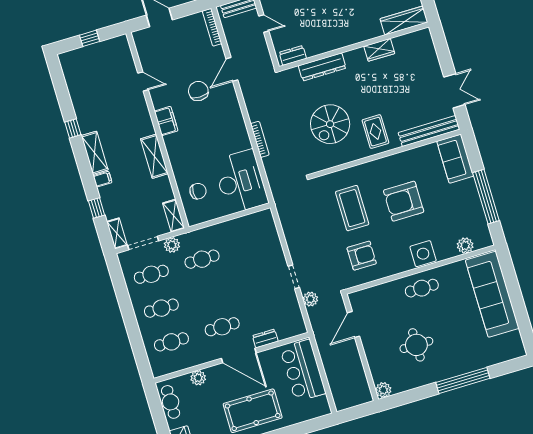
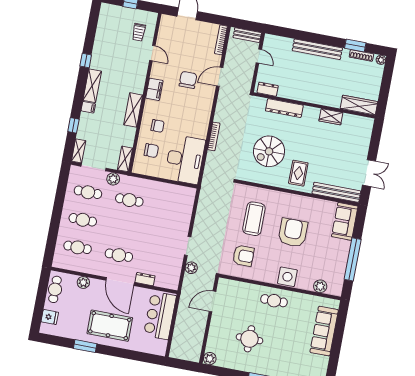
trolley: (116, 66) -> (139, 32), added
chair: (191, 160) -> (158, 126), added
armchair: (404, 201) -> (293, 233), turned 90
sofa: (492, 294) -> (324, 331), width x0.74, depth x0.79

